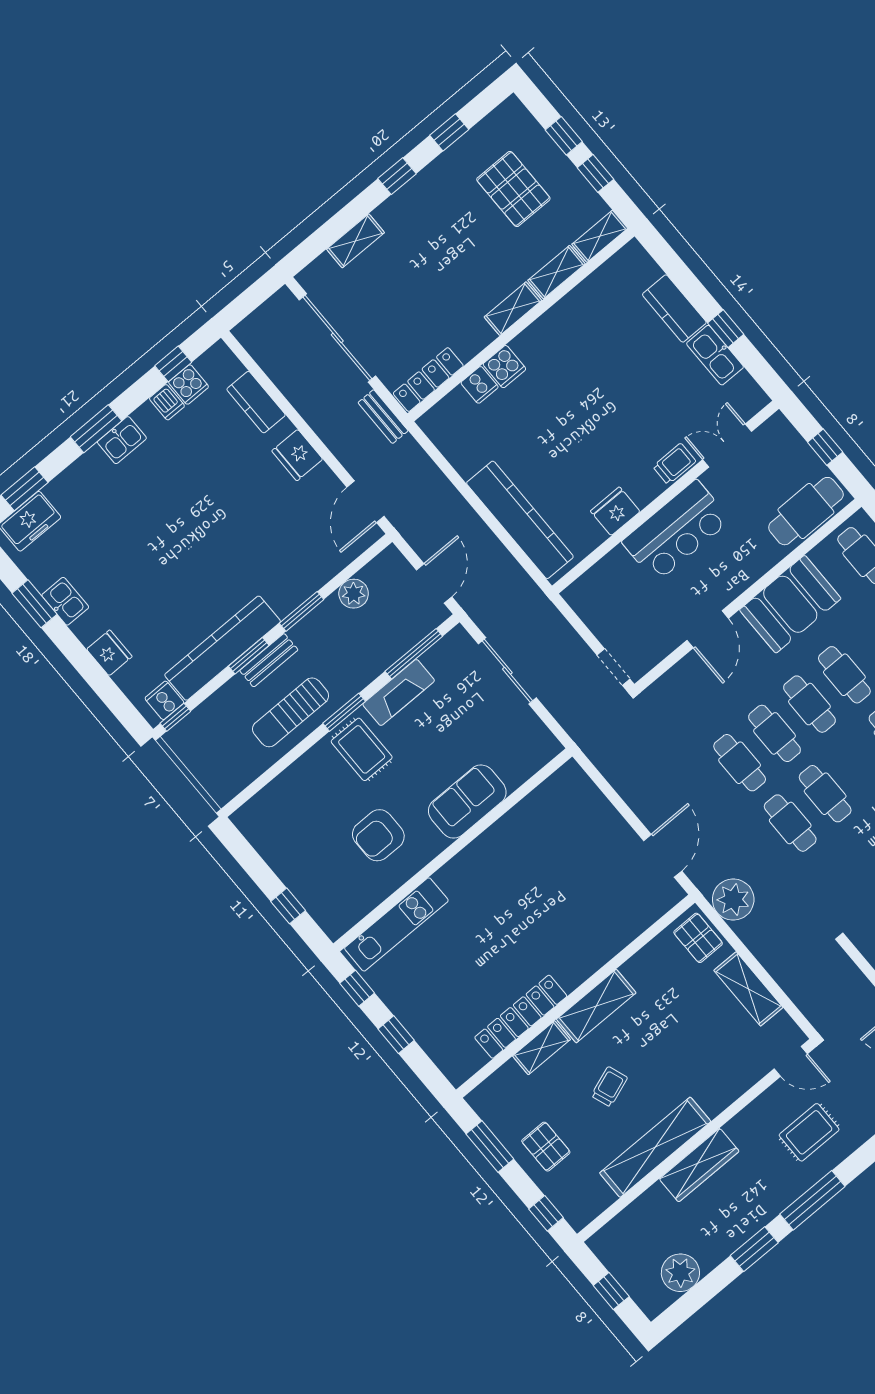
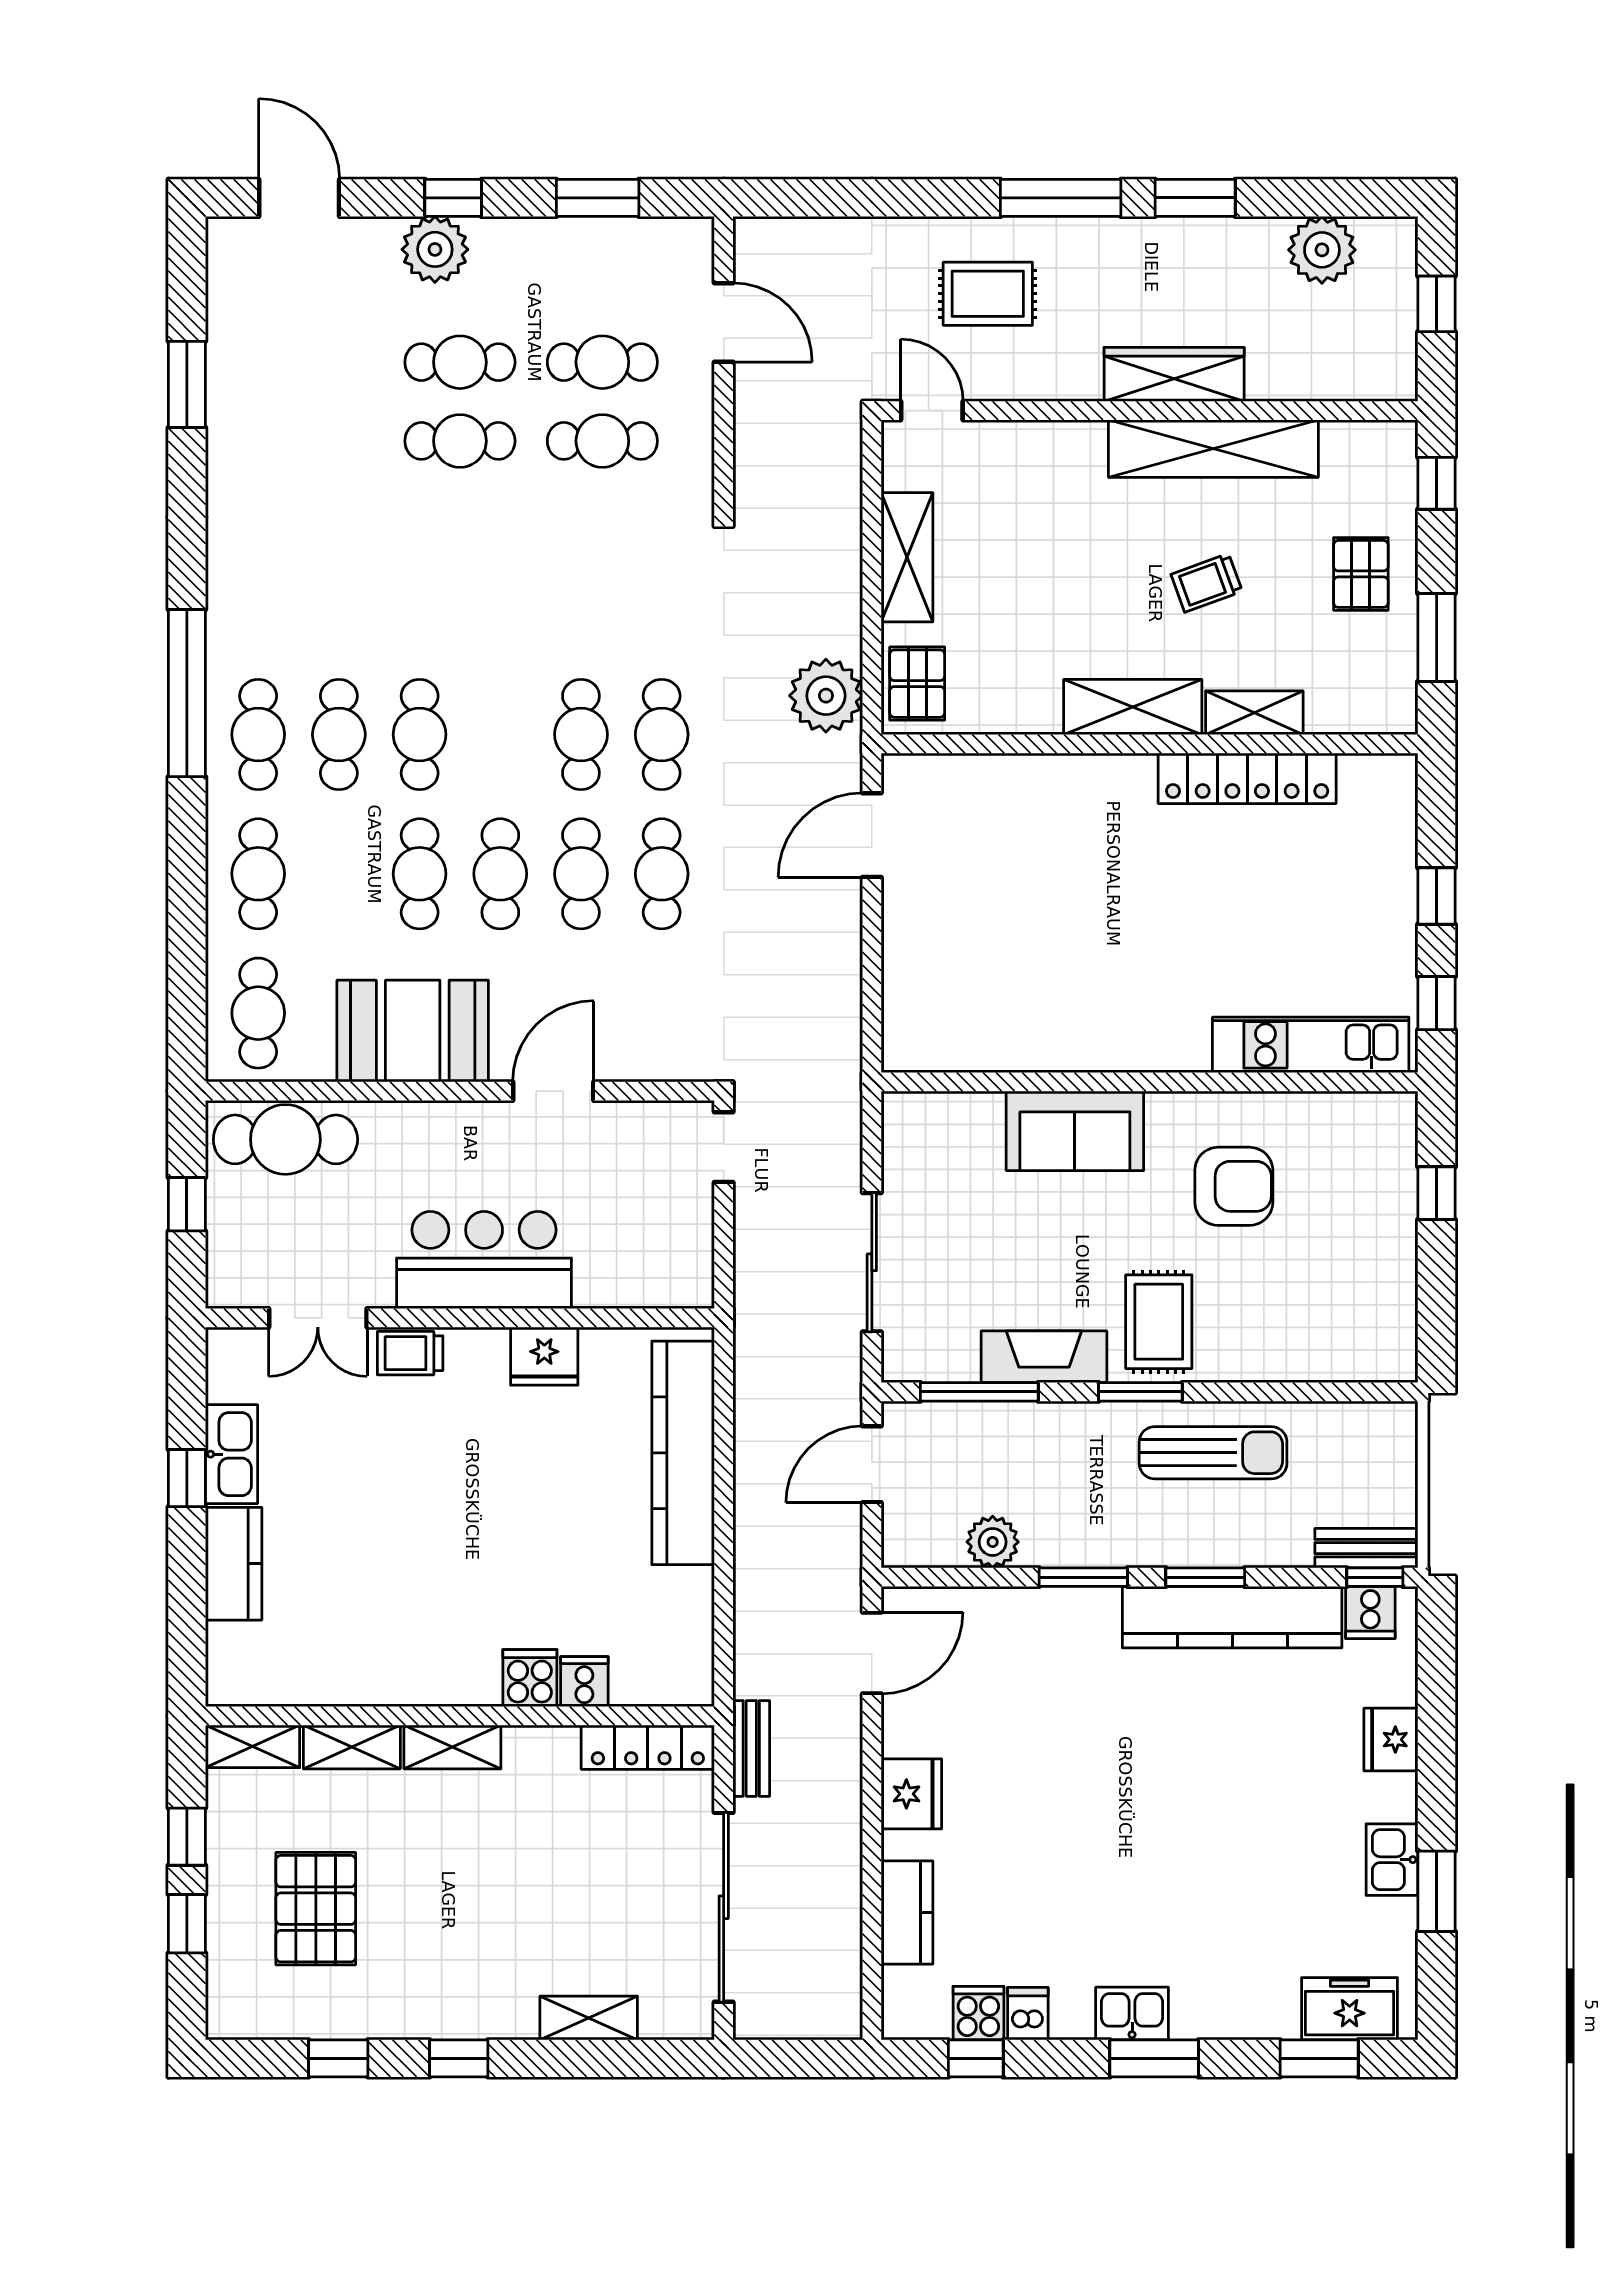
bench: (269, 660) -> (1366, 1548), moved

